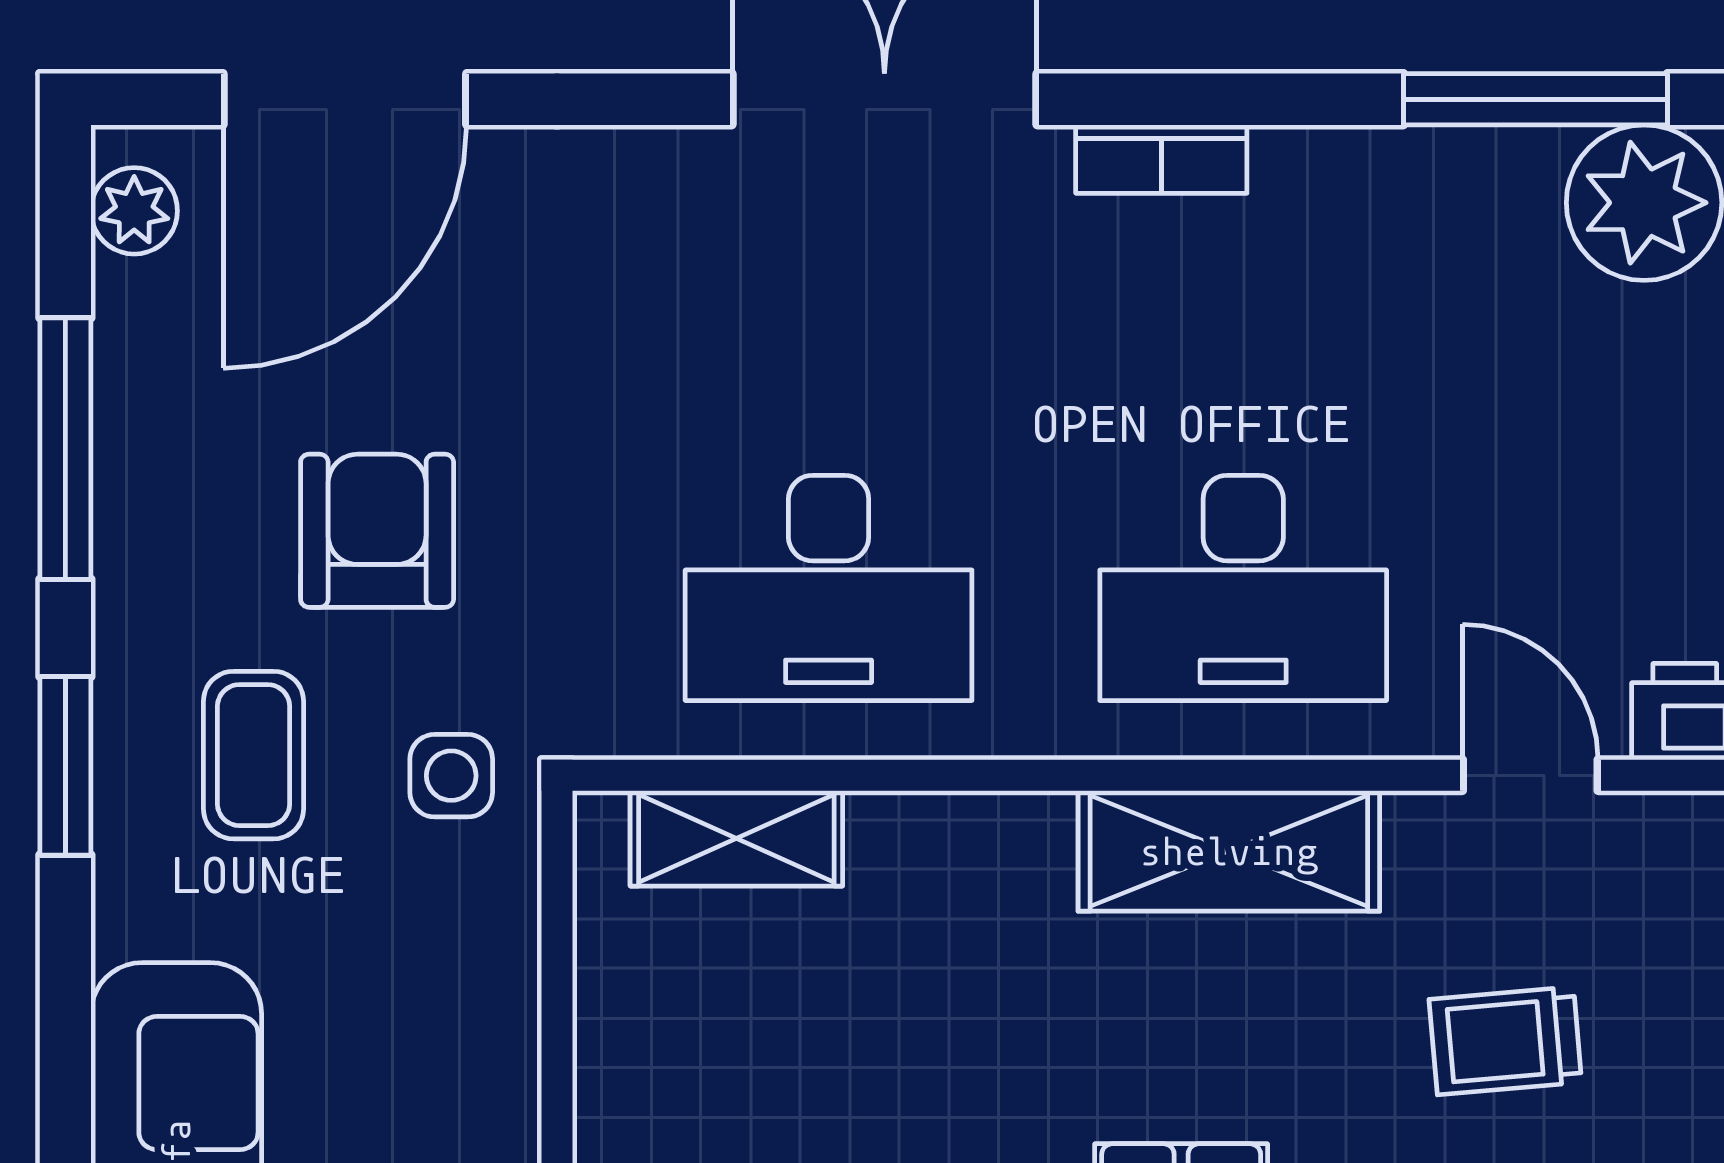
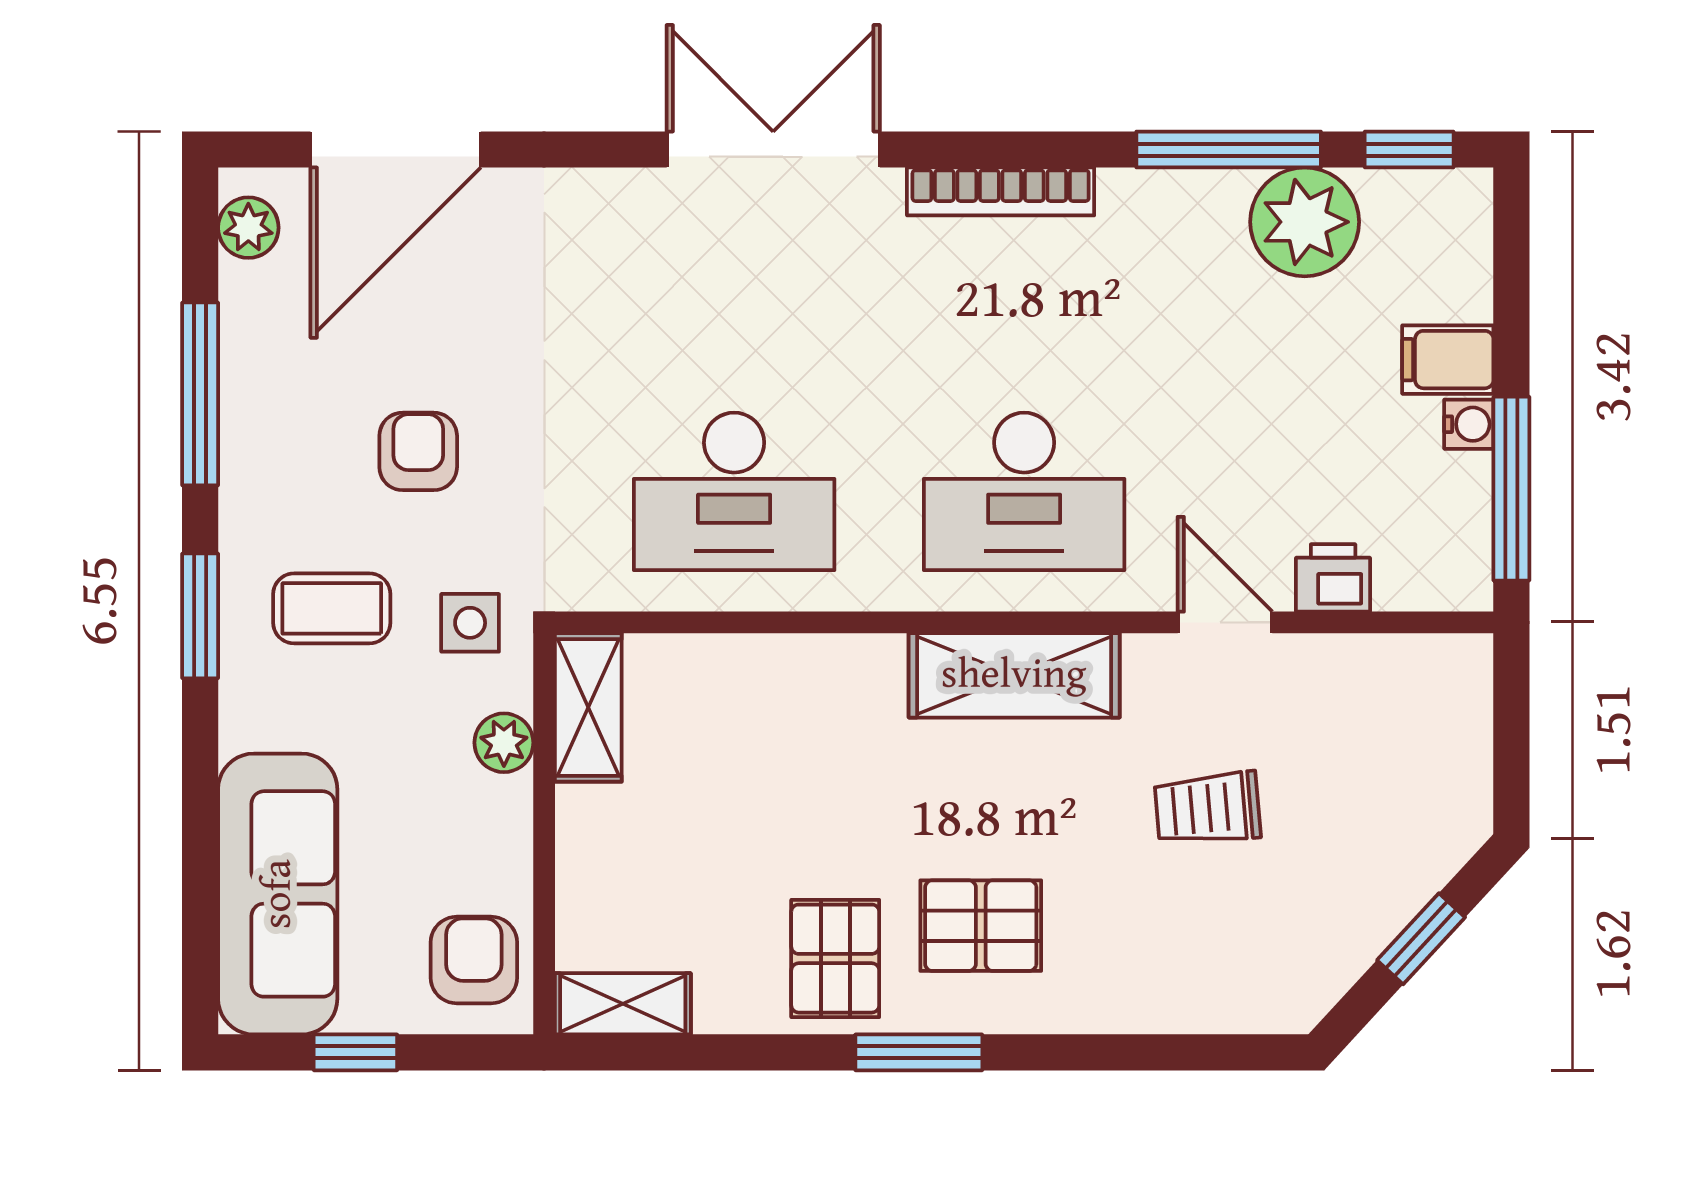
bookcase: (1161, 159) -> (1001, 191), width x1.56
armchair: (377, 531) -> (418, 451), width x0.72, depth x0.72
coffee table: (254, 755) -> (332, 608), turned 90
shelving: (736, 838) -> (588, 707), moved, turned 90
plant: (500, 947) -> (504, 743), added

